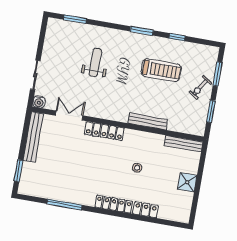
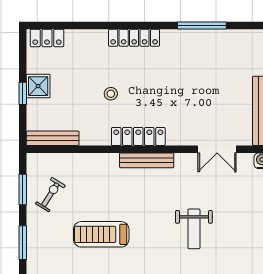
exercise bike: (200, 87) -> (50, 195), moved
bench: (148, 121) -> (147, 160), moved
locker: (104, 131) -> (138, 136), moved
window: (199, 179) -> (23, 93), added
locker: (146, 210) -> (47, 38), moved

